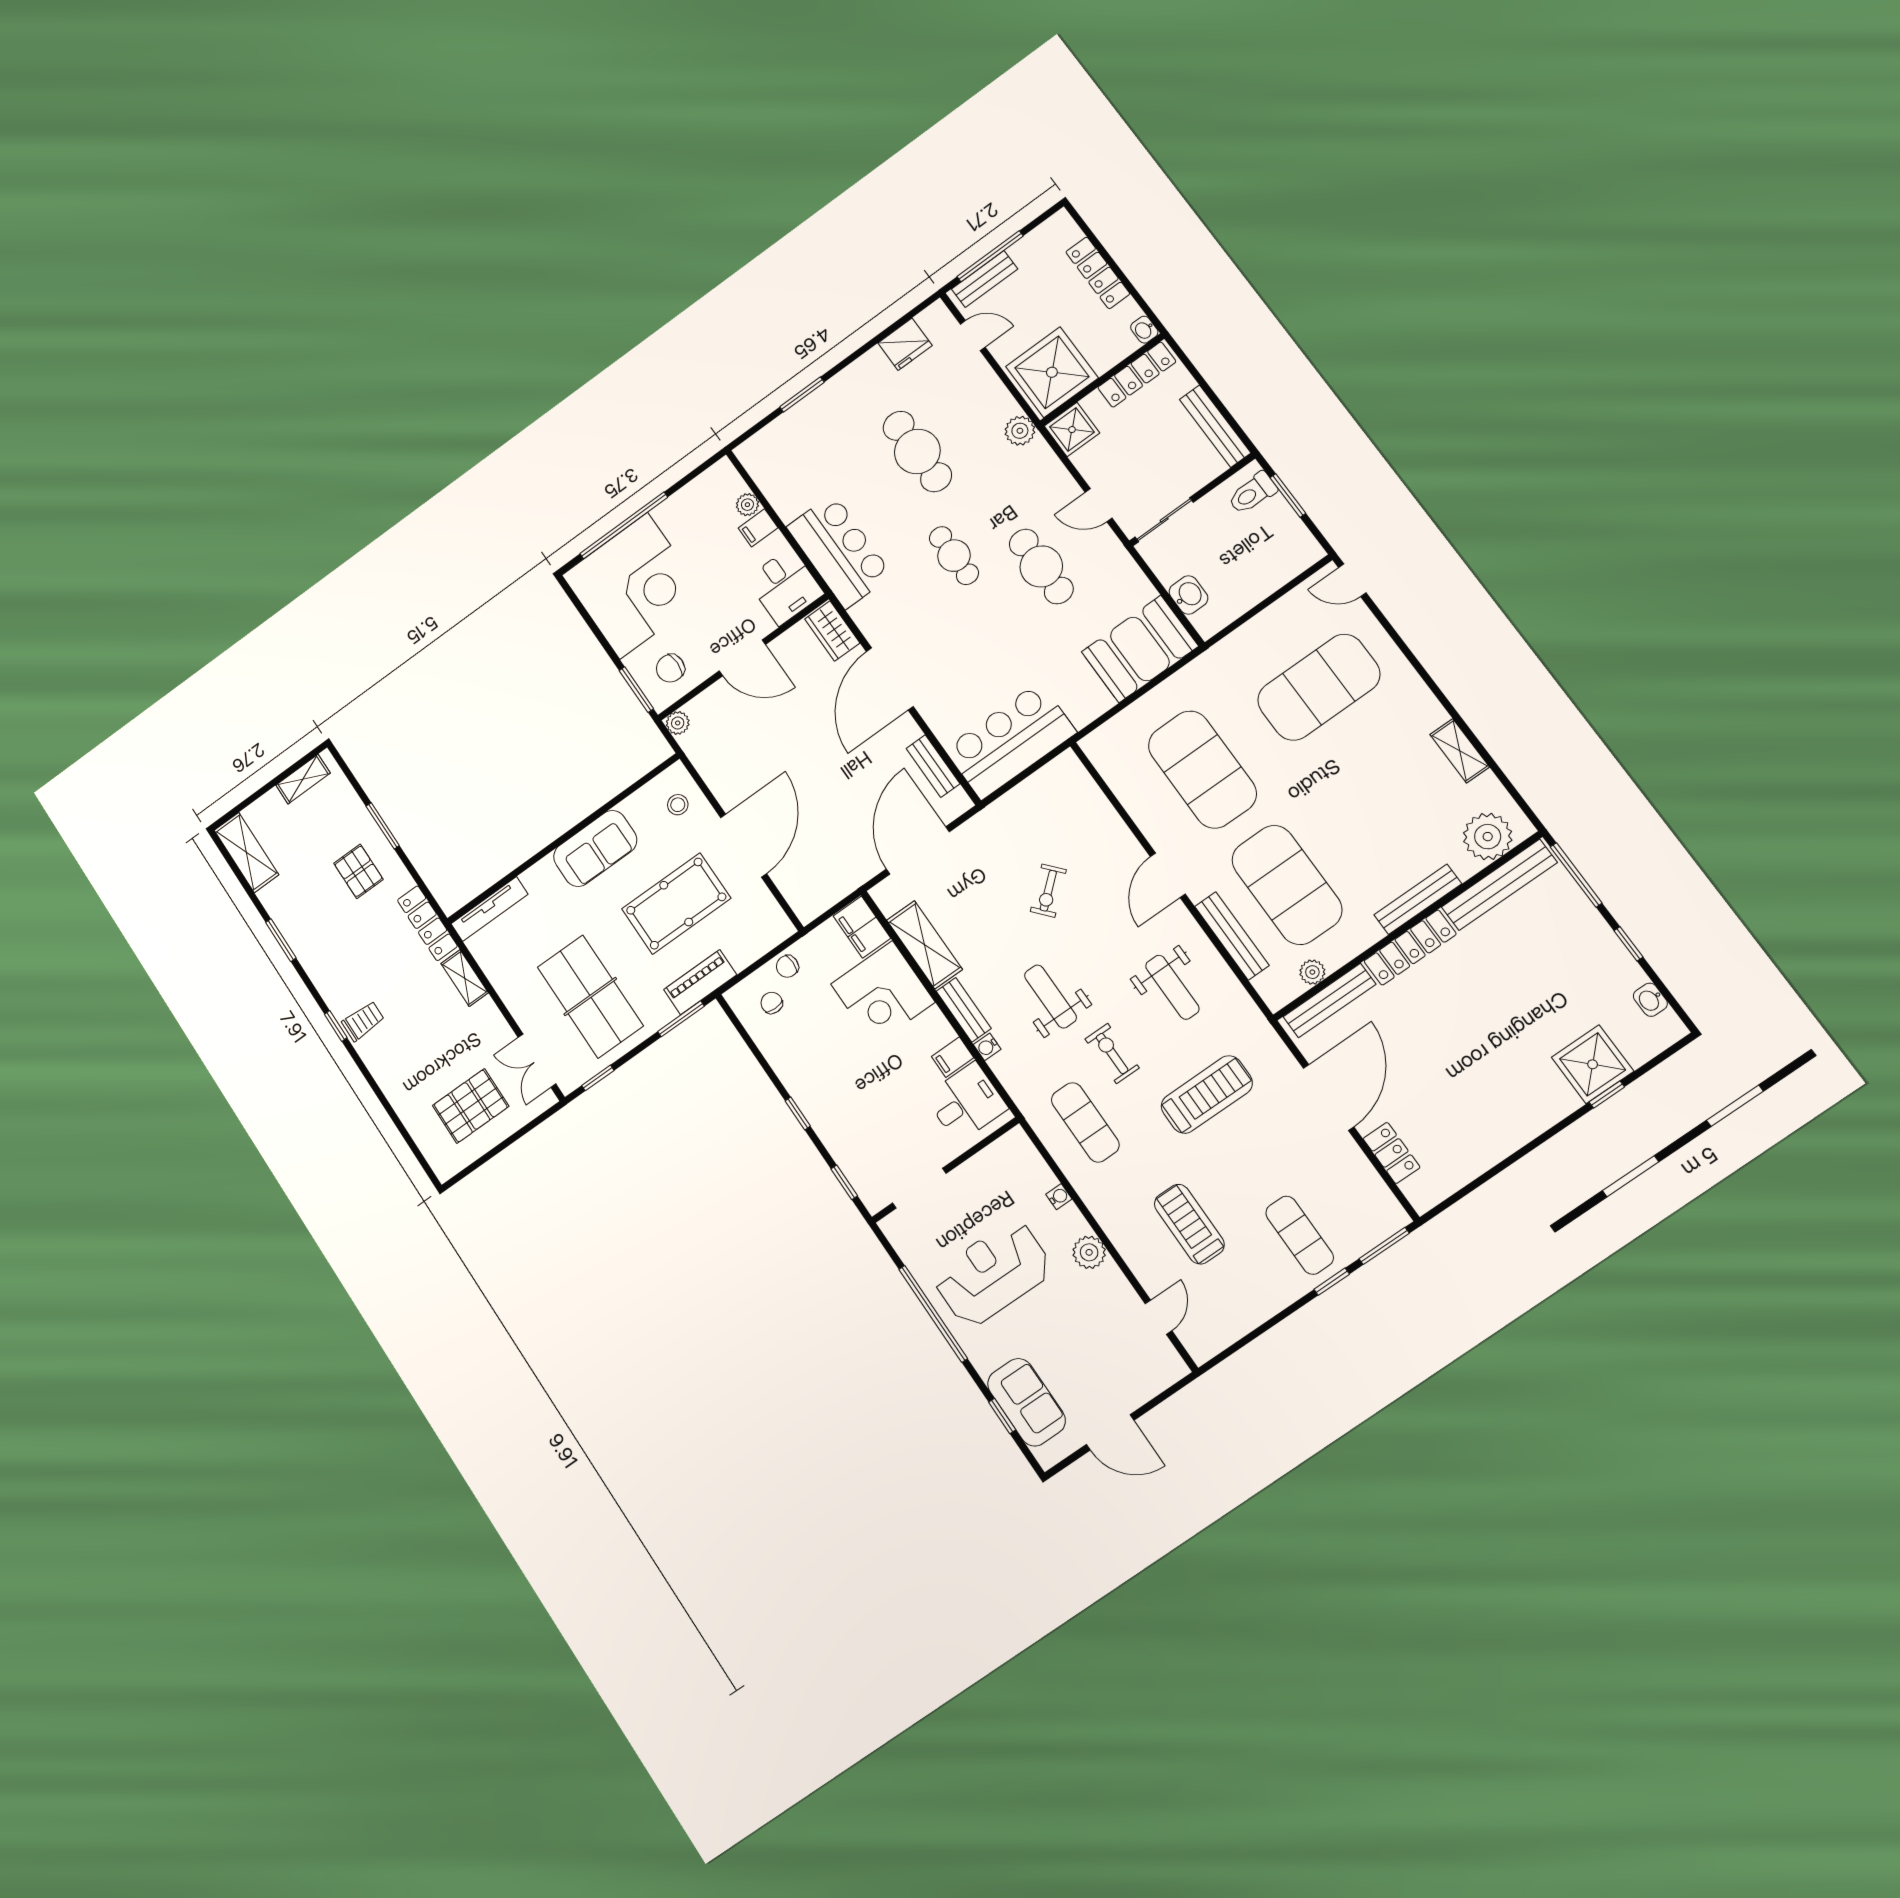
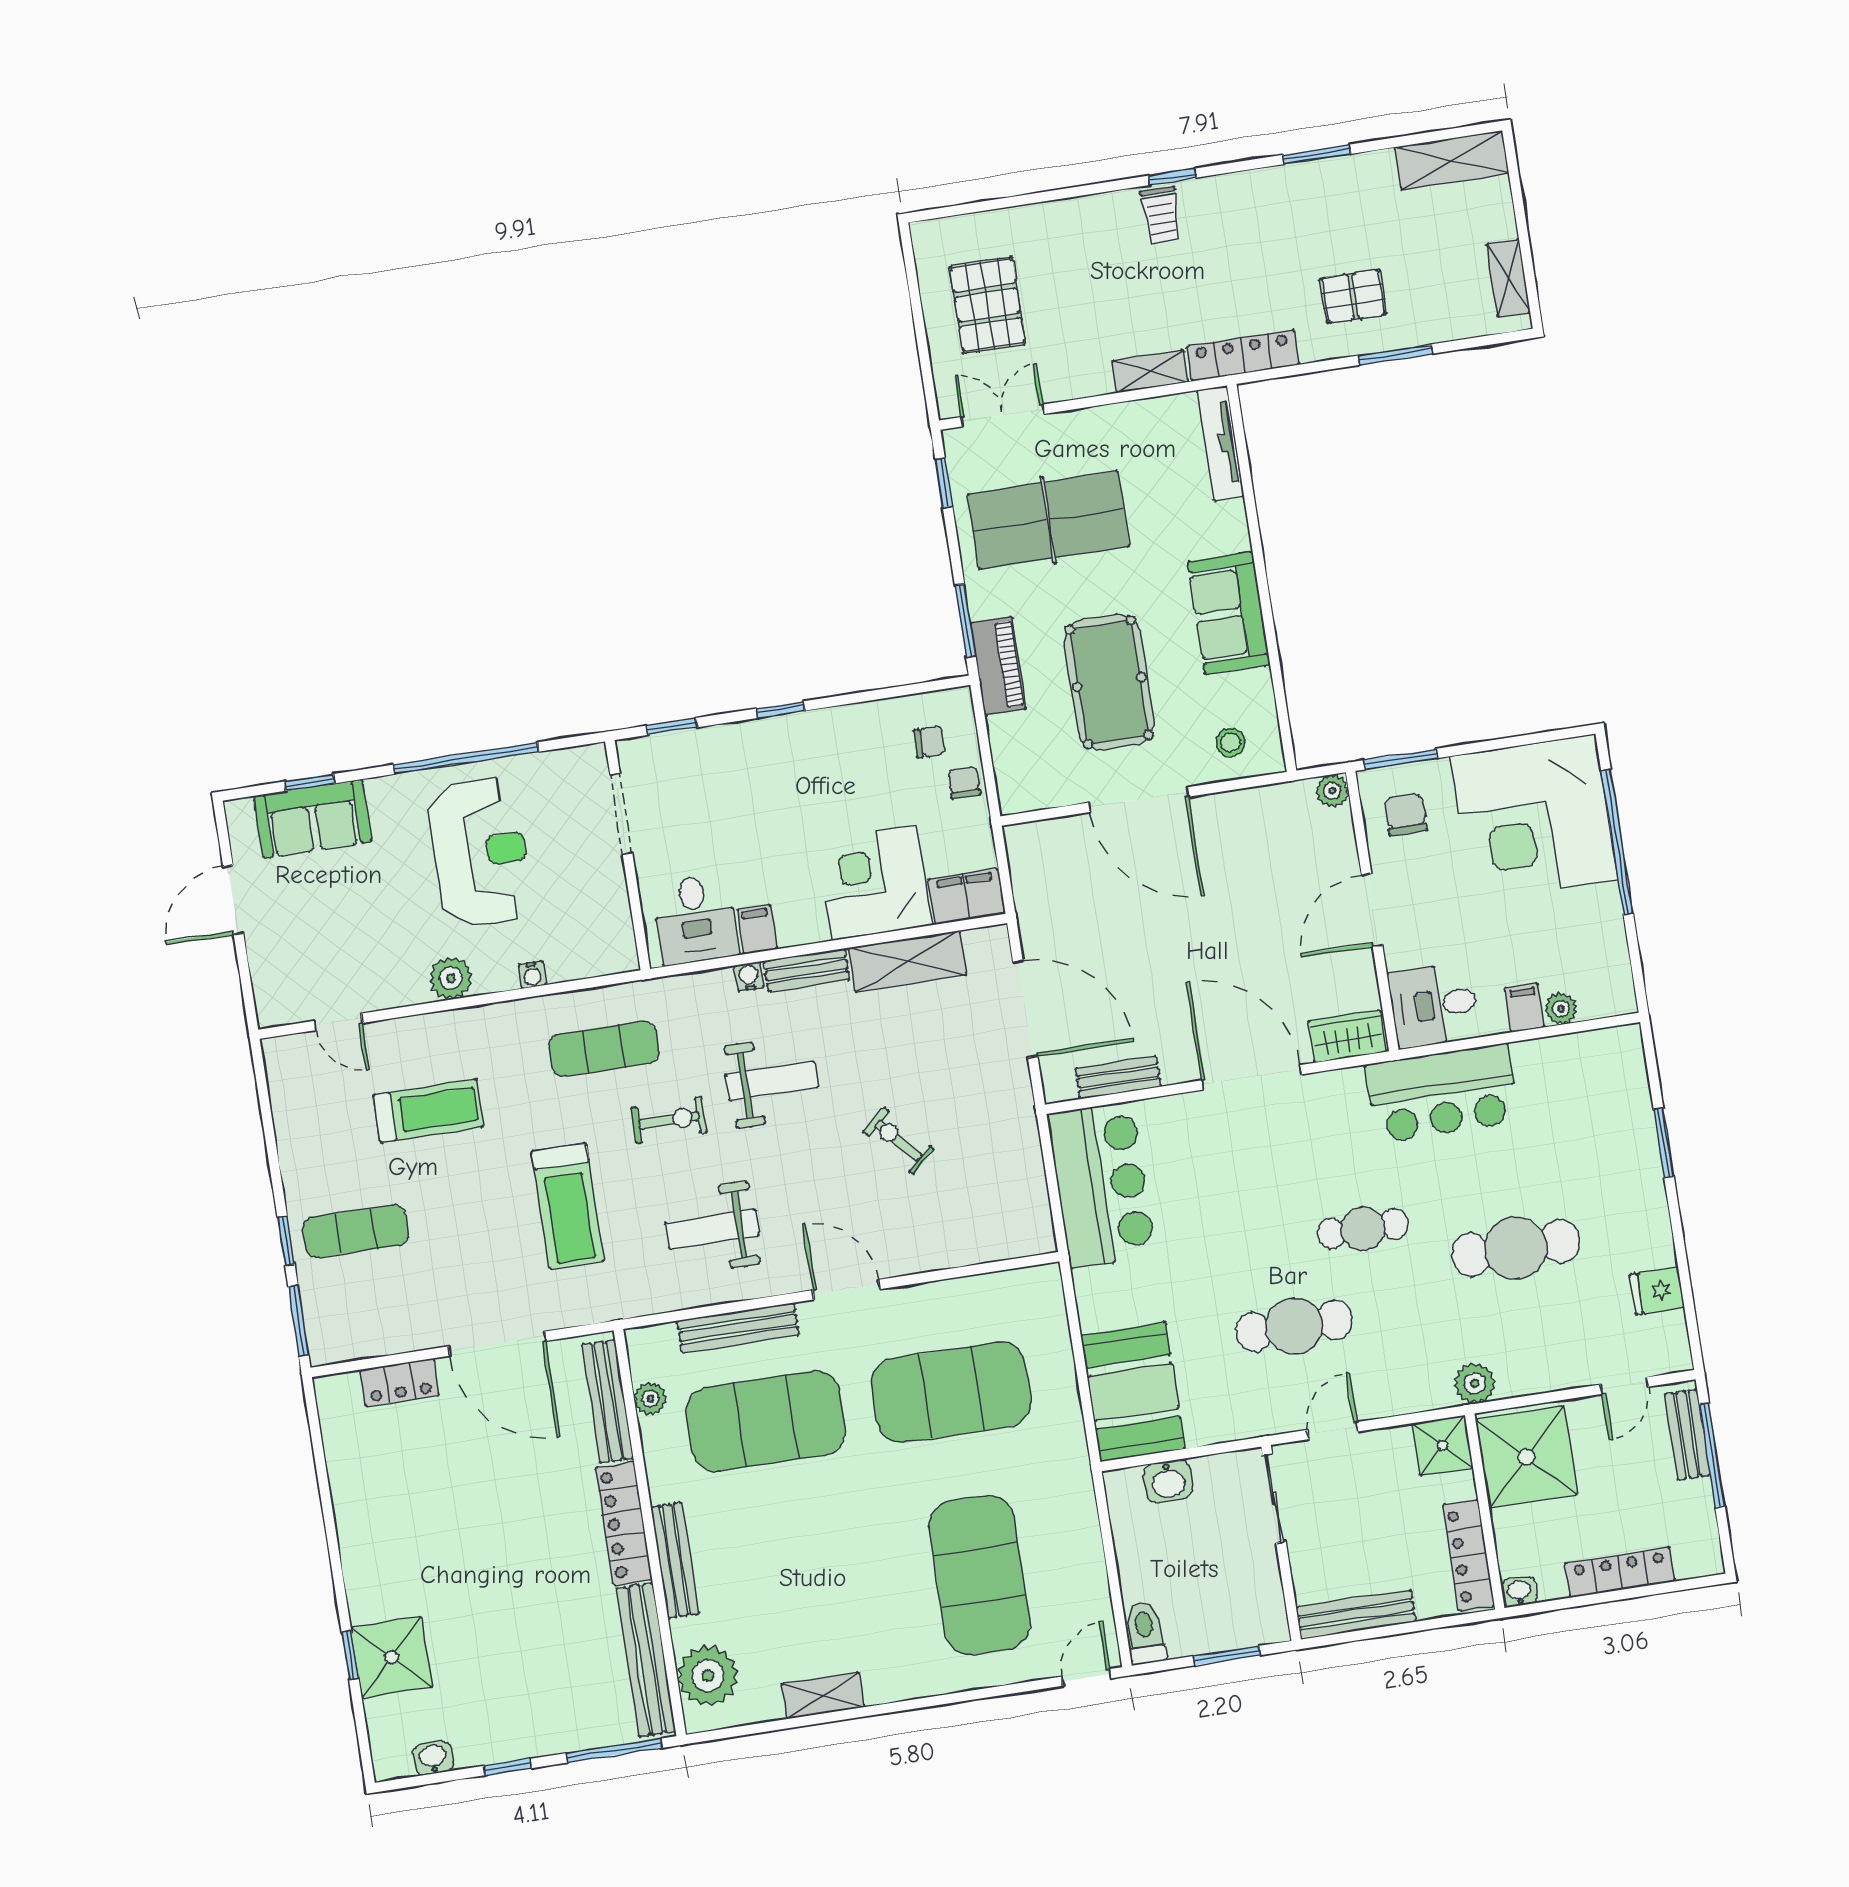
fridge: (905, 344) -> (1657, 1291), width x0.72
toilet: (1252, 493) -> (1145, 1633), moved

